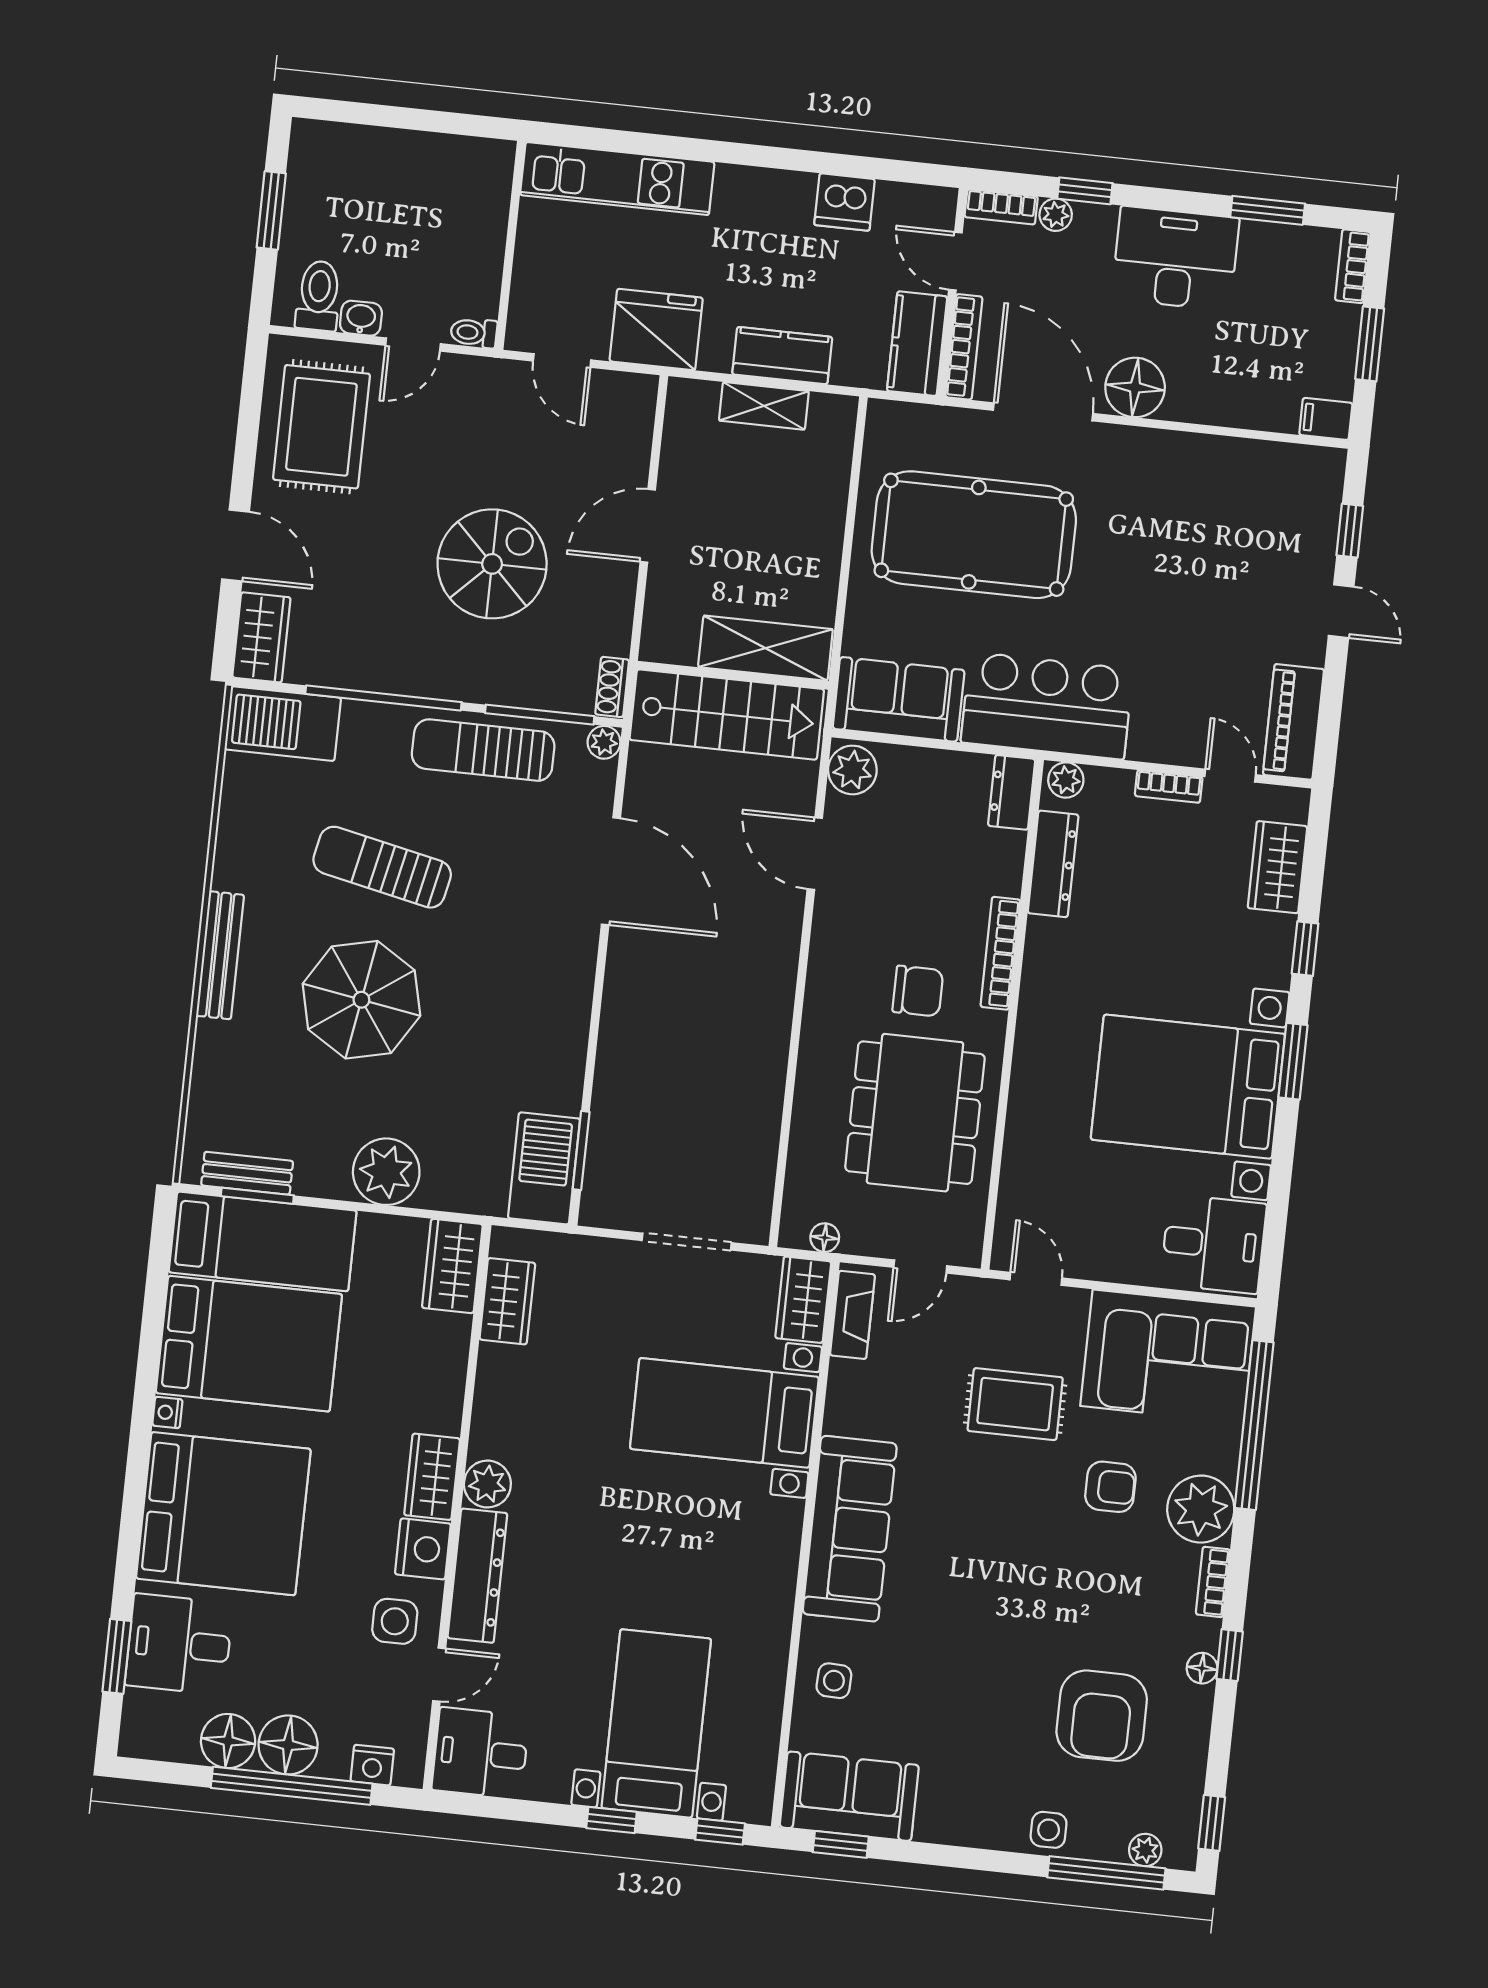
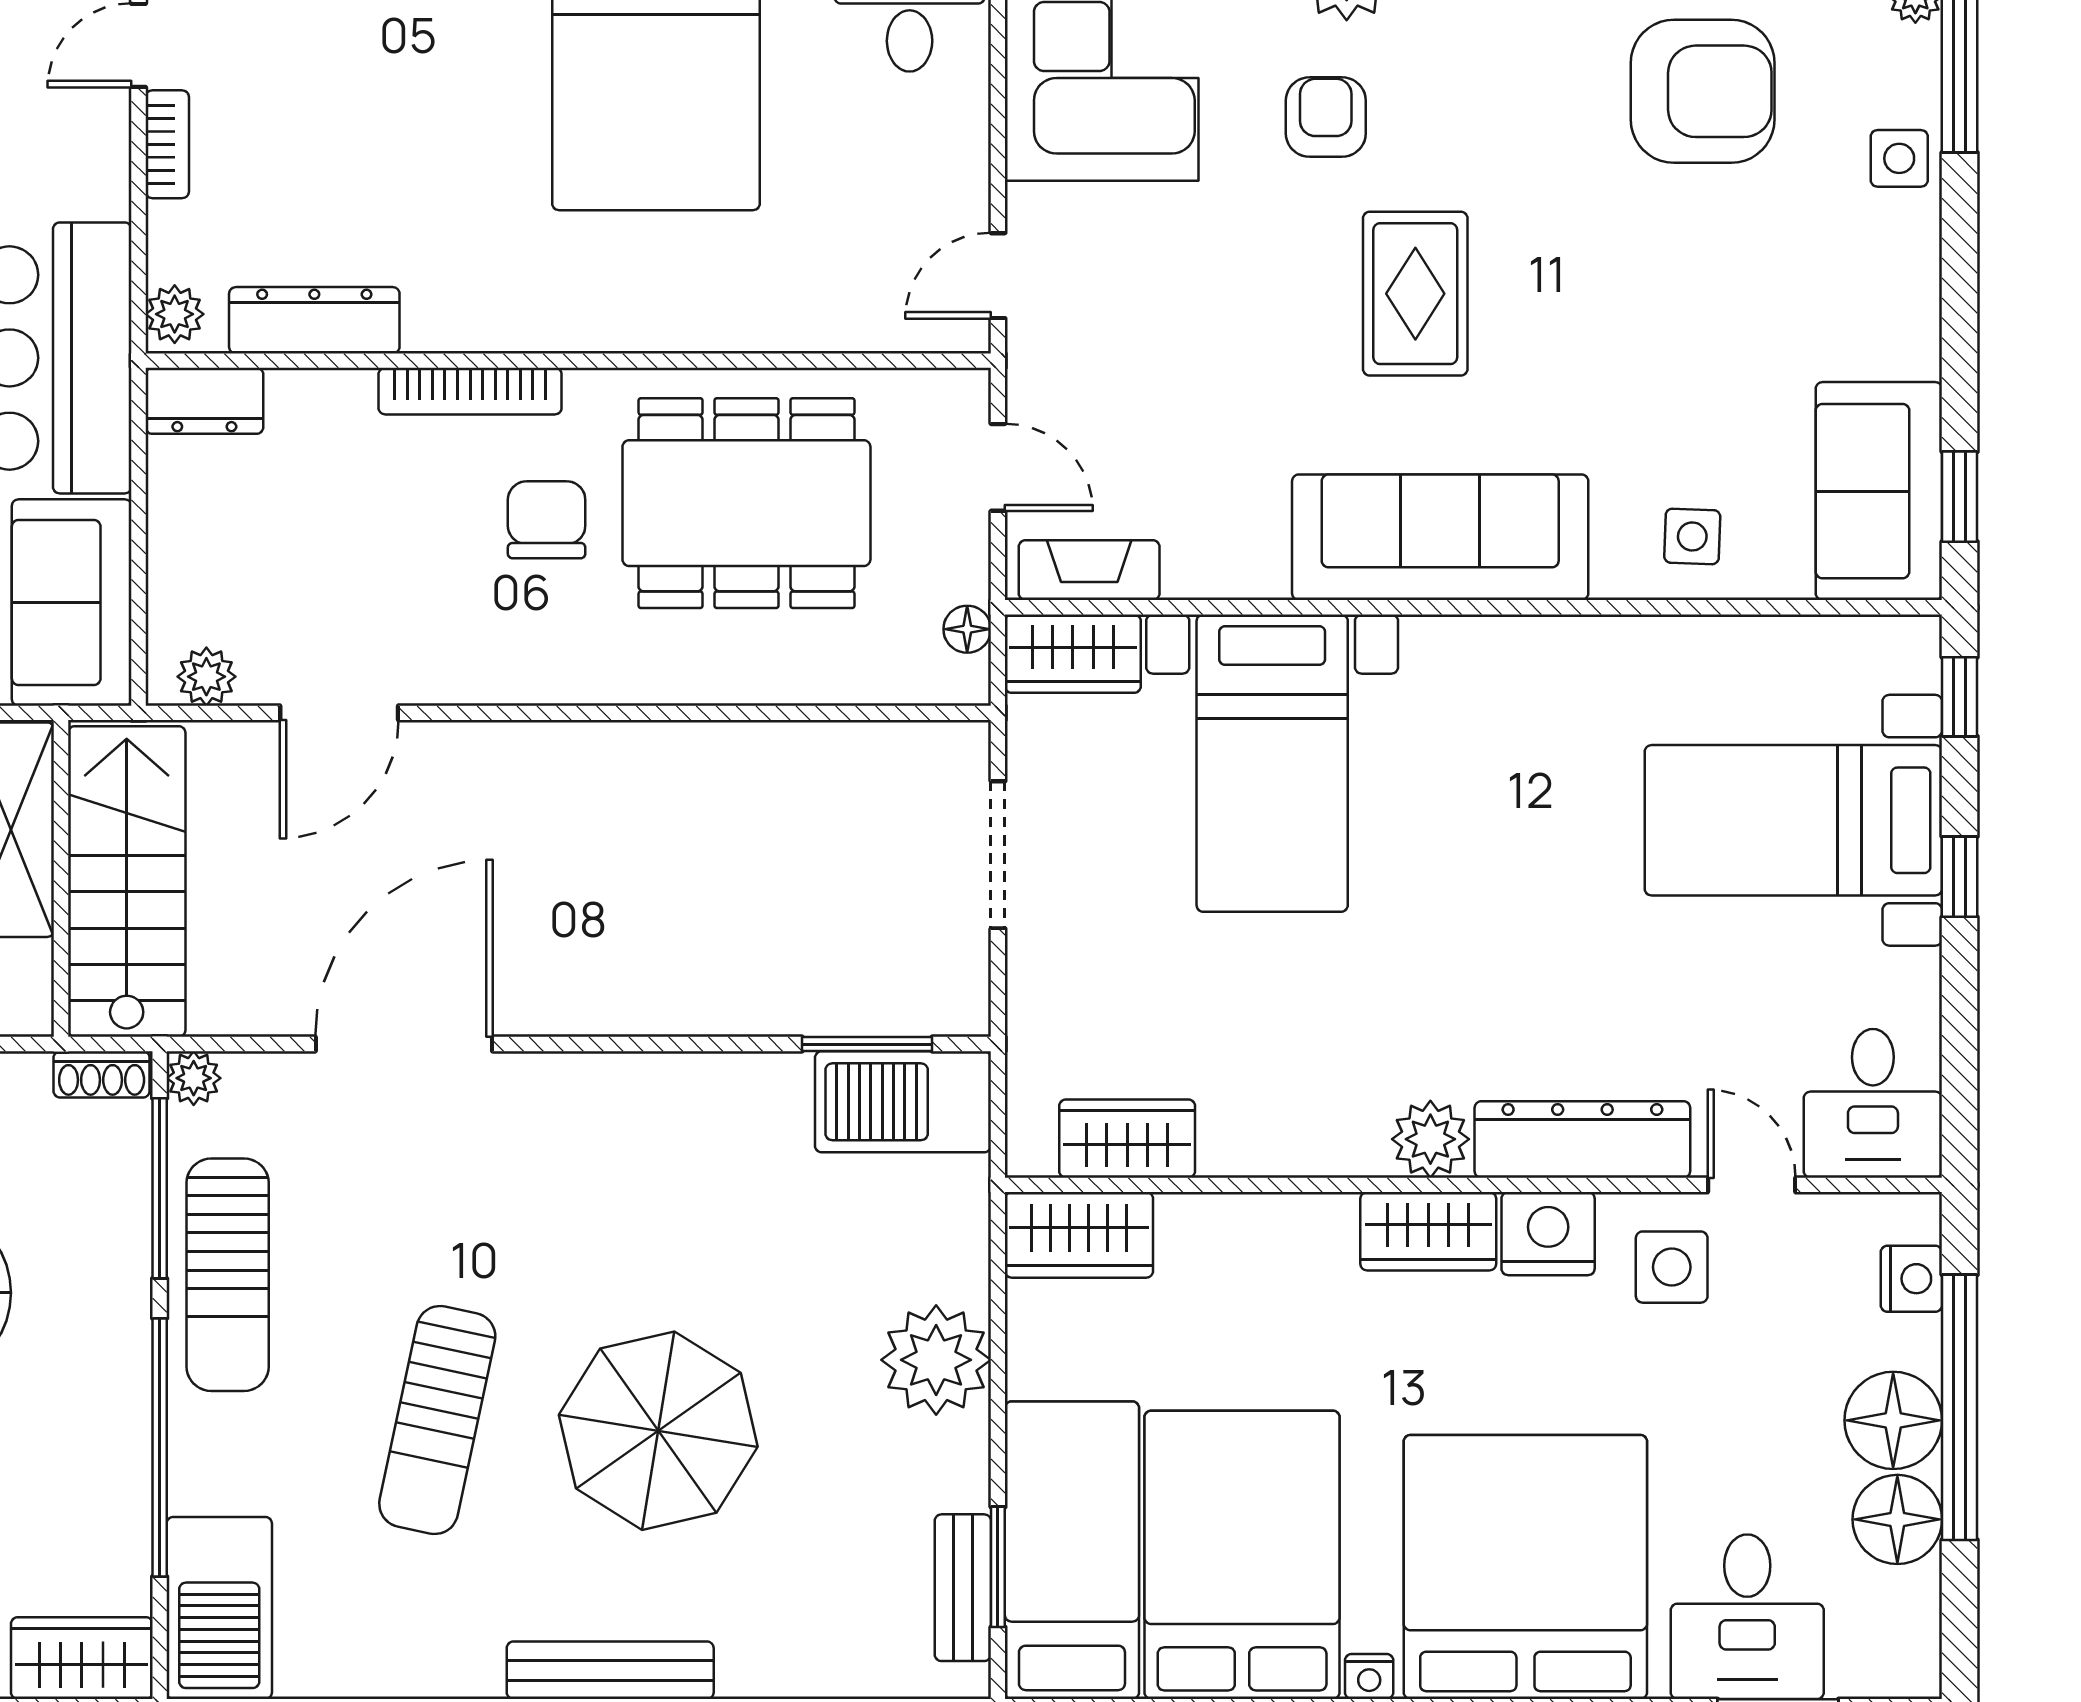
plant: (852, 770) -> (206, 677), width x0.73, depth x0.73
rug: (1015, 1404) -> (1415, 294), moved

